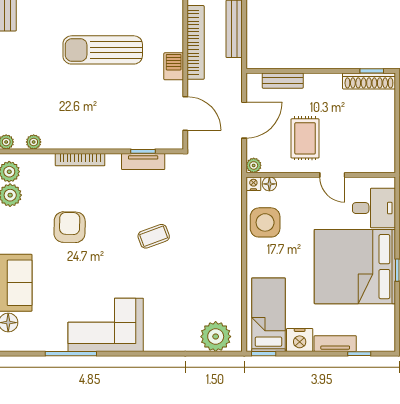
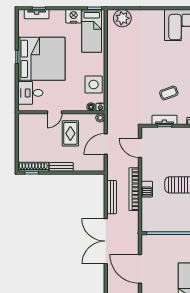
barbecue: (174, 66) -> (147, 189), moved
bench: (283, 81) -> (61, 167), moved
door: (332, 175) -> (55, 112), swing flipped
coffee table: (154, 236) -> (169, 93), moved
tv unit: (335, 344) -> (37, 14), moved

